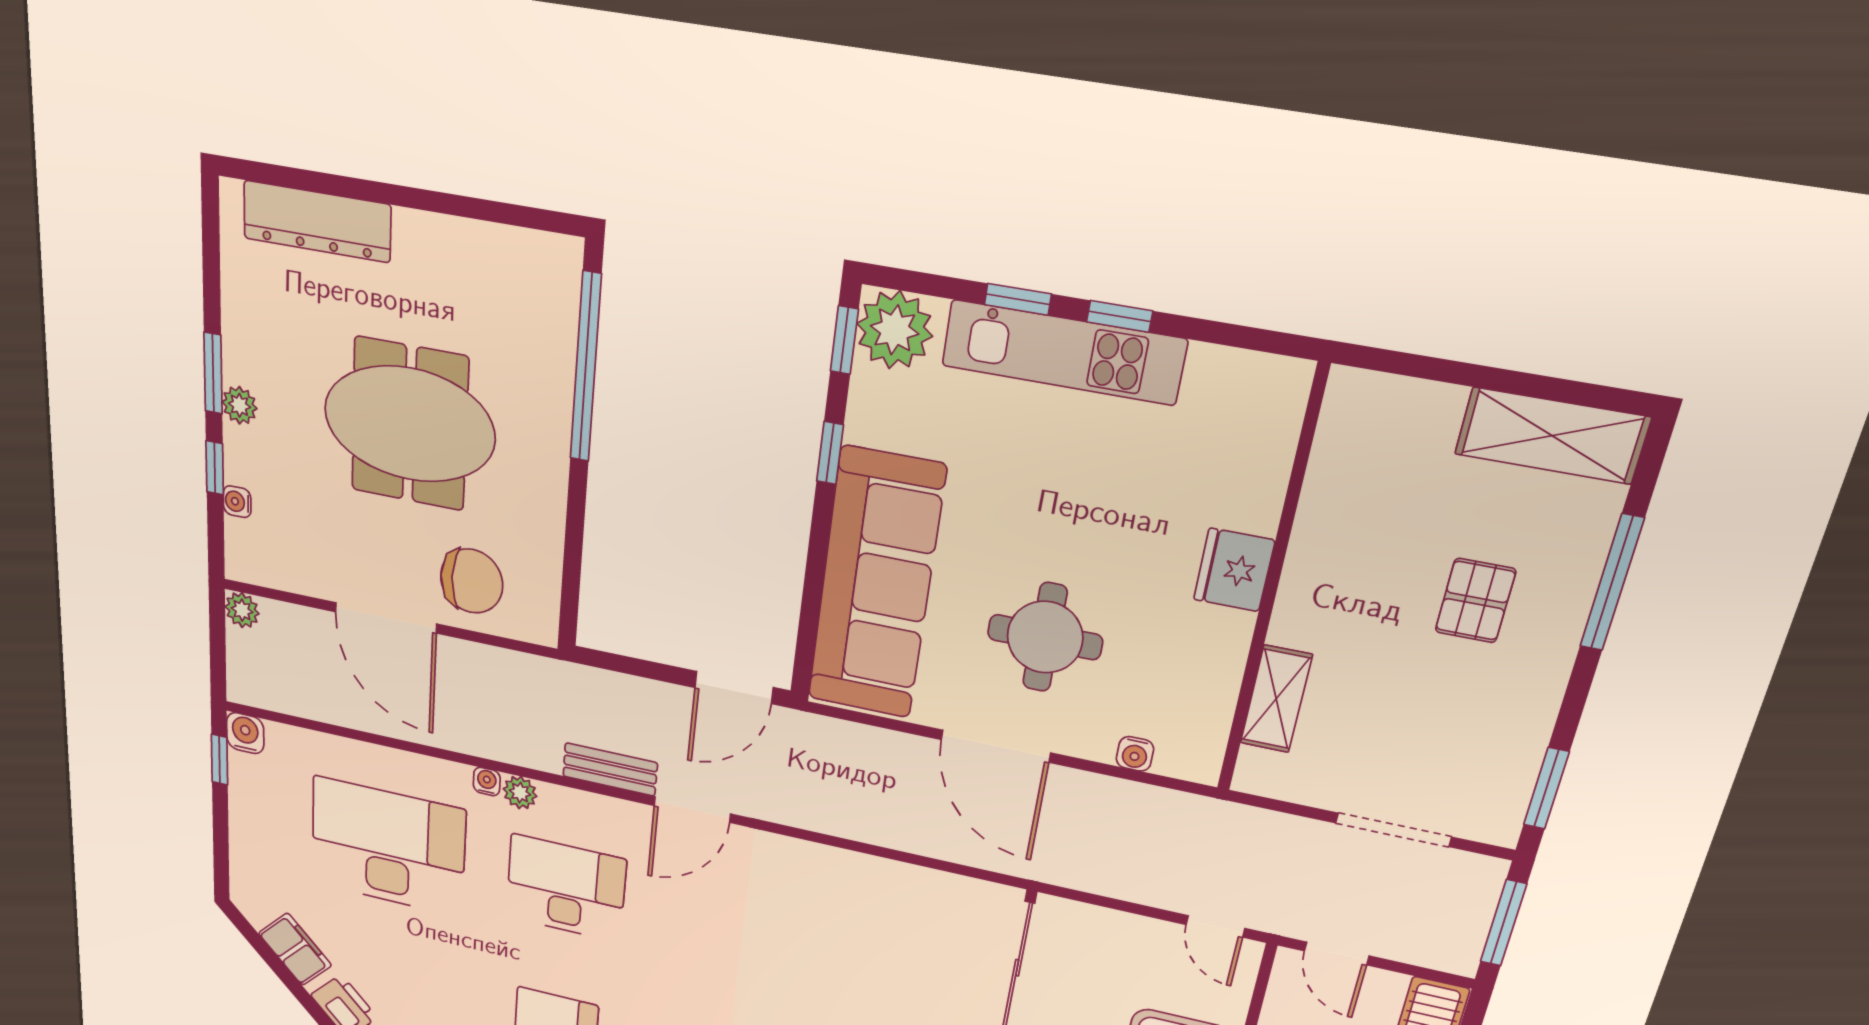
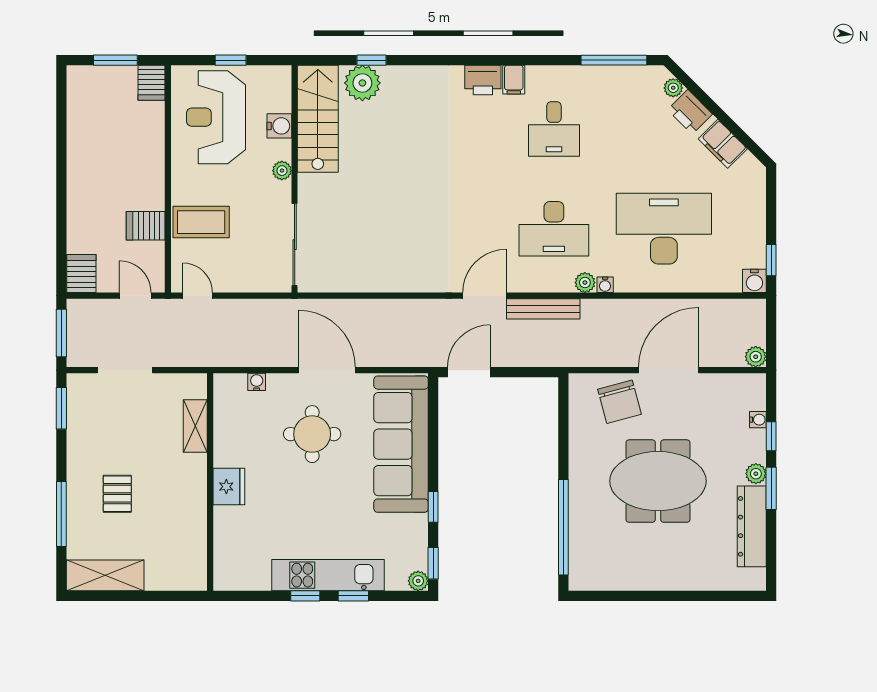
dresser: (317, 221) -> (752, 526), moved, turned -90
plant: (895, 330) -> (418, 581), width x0.53, depth x0.53
chair: (472, 581) -> (619, 402), turned -105
door: (386, 618) -> (669, 370), hinge flipped
bench: (610, 769) -> (543, 309), width x1.36
desk: (388, 847) -> (664, 229), turned 180

